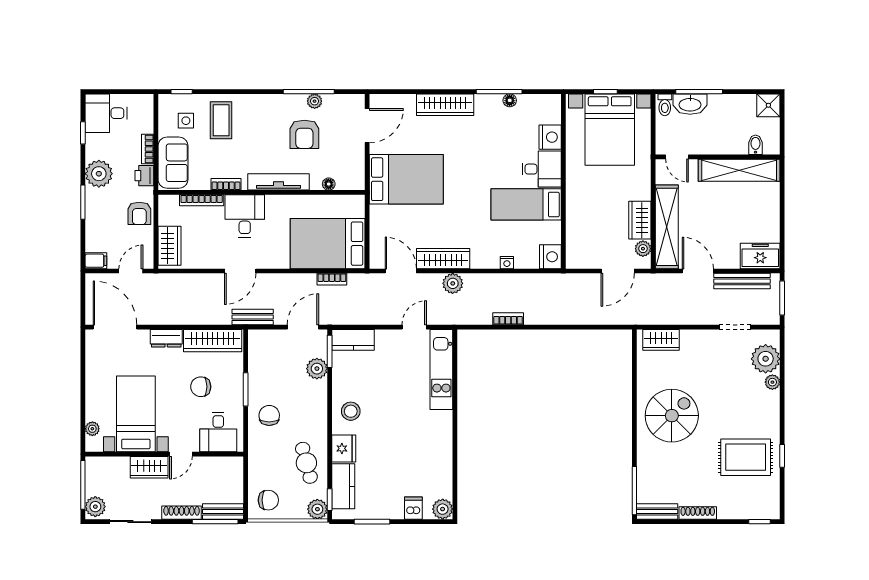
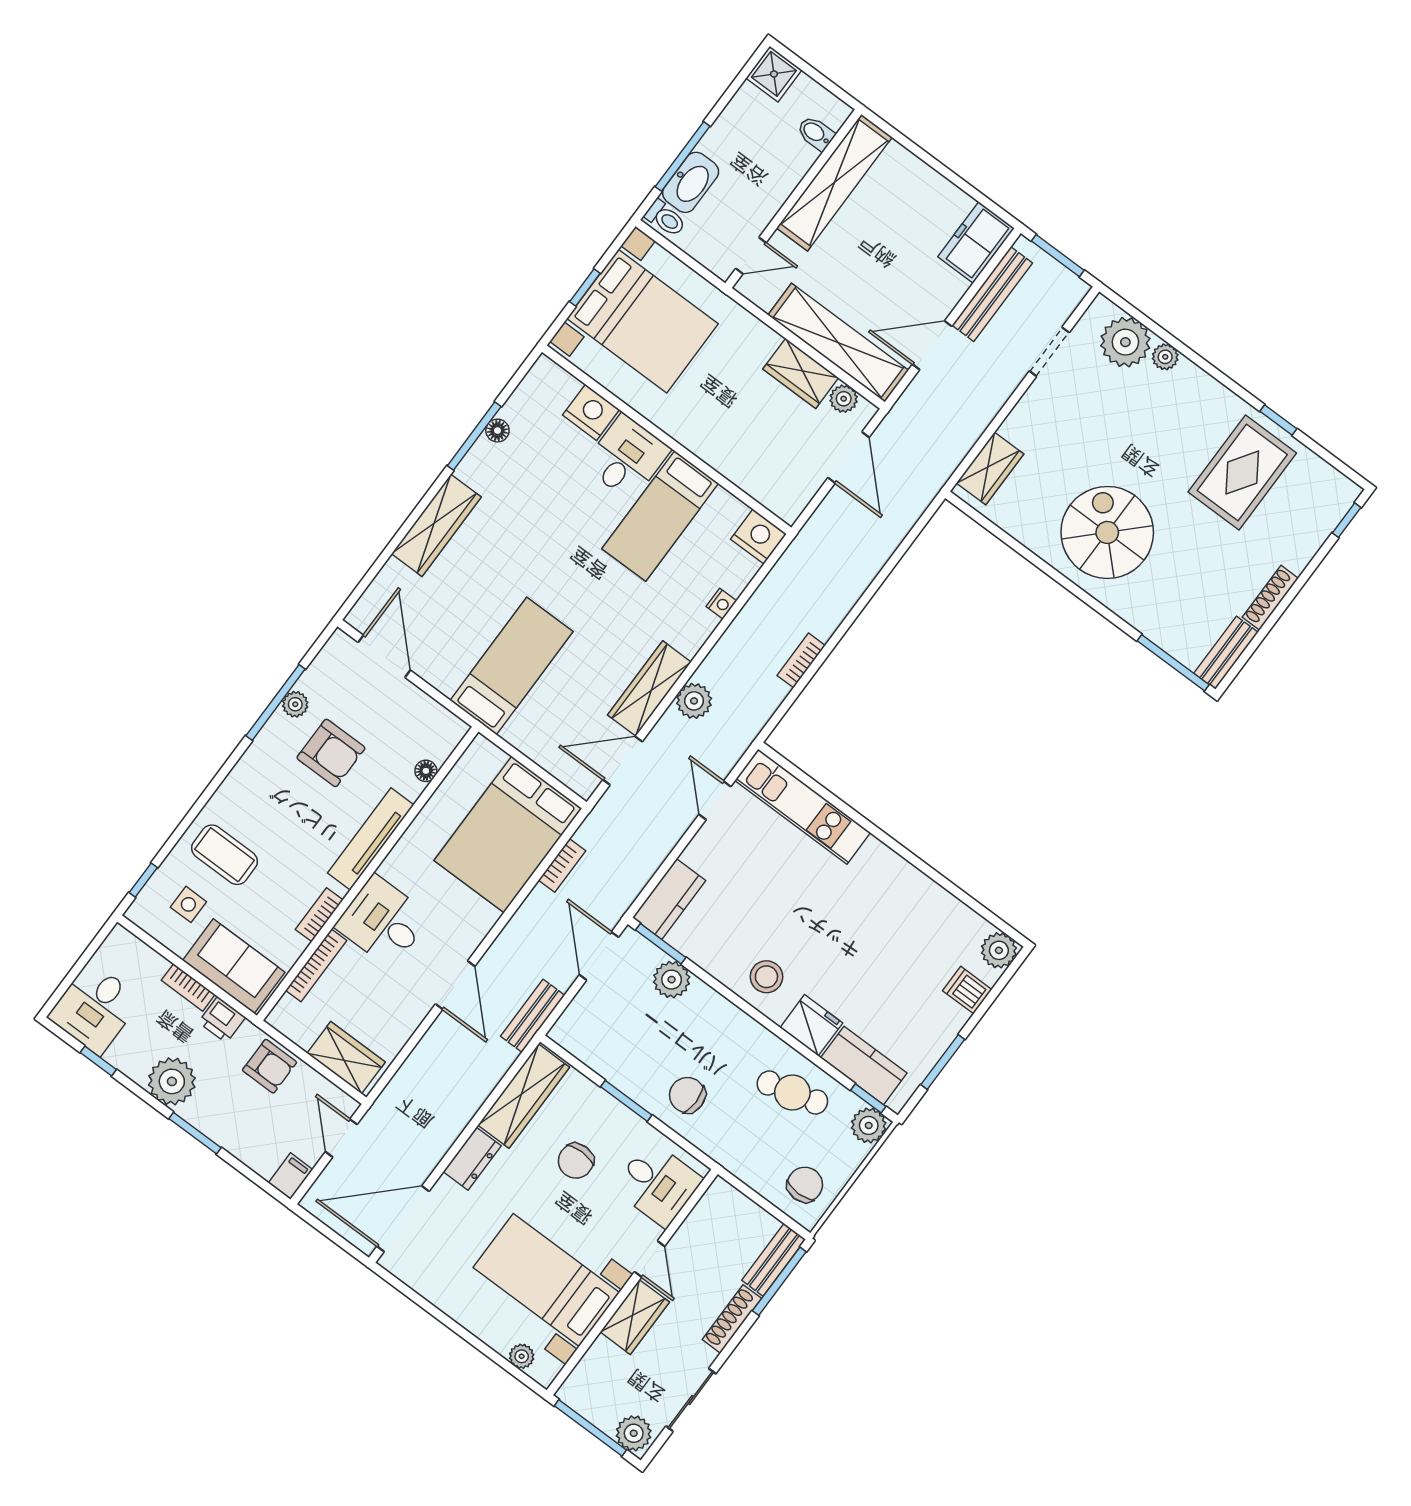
bed: (406, 179) -> (512, 666), width x0.67

